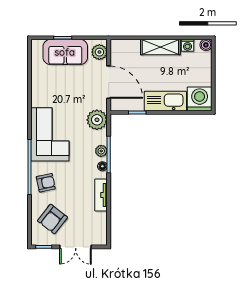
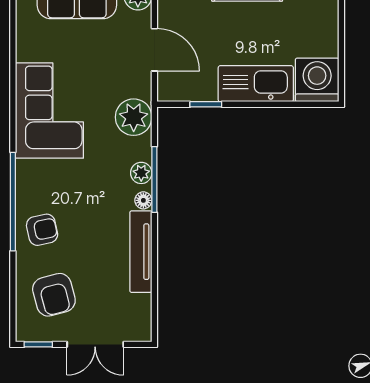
door: (109, 82) -> (154, 50), width x0.73
corner sofa: (50, 134) -> (49, 111), moved
tv unit: (101, 195) -> (141, 252), width x1.41
armchair: (52, 219) -> (54, 295), turned -53

